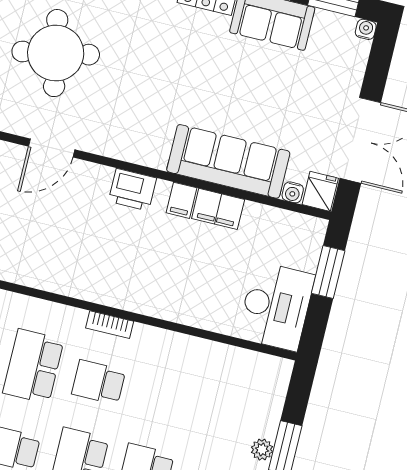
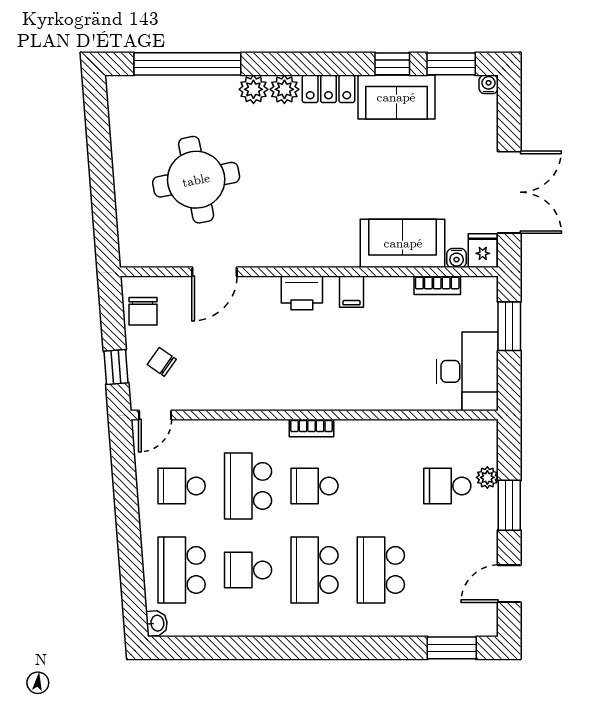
sofa: (228, 161) -> (403, 243), width x0.73
filing cabinet: (218, 209) -> (389, 291), removed
bookcase: (267, 214) -> (437, 285), added
school desk: (229, 414) -> (447, 486), added
plant: (262, 450) -> (487, 477), moved

